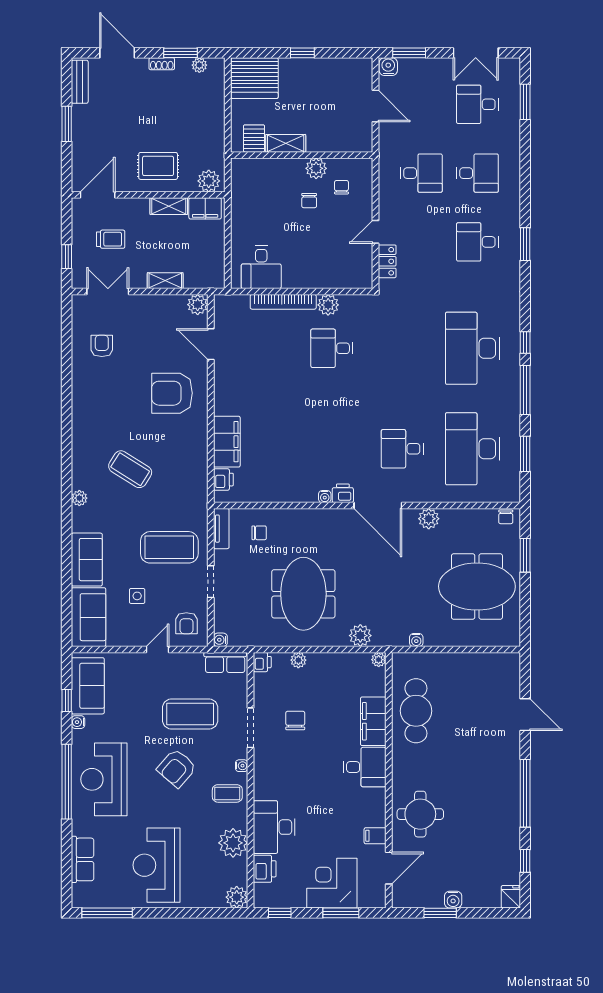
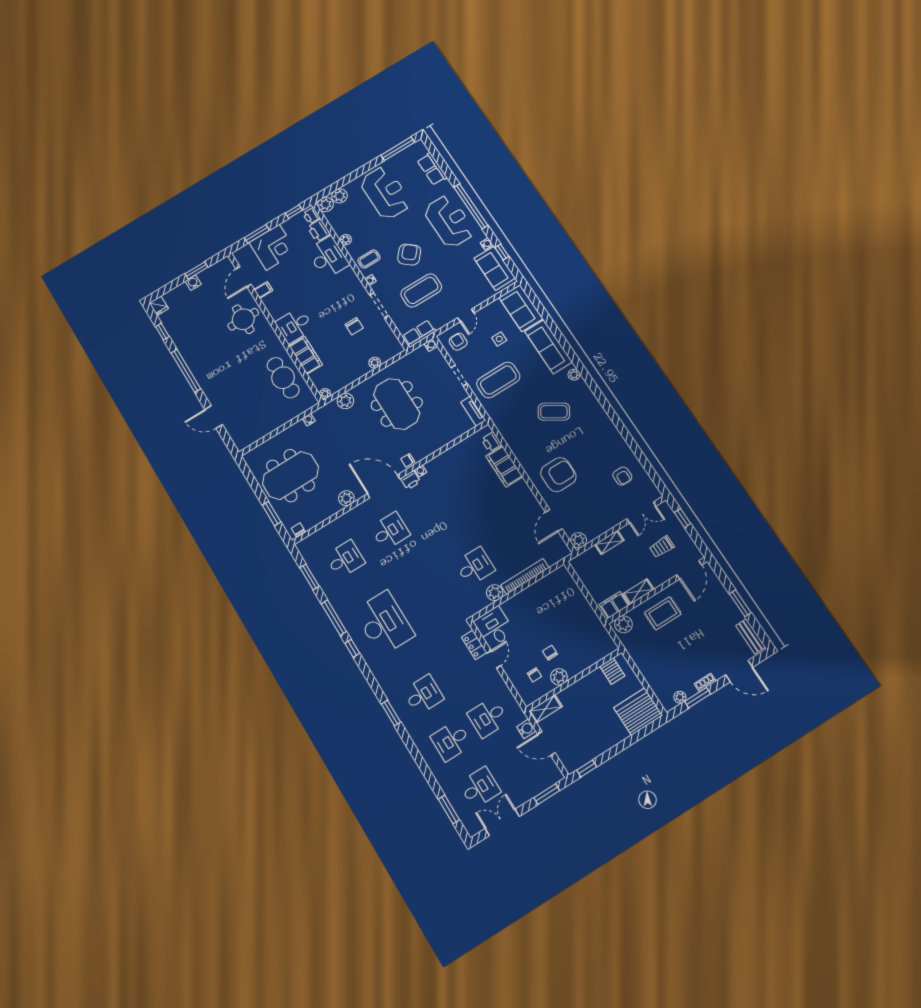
window: (302, 53) -> (587, 768), moved
water cooler: (388, 67) -> (526, 729), moved, turned -90
shelving: (286, 143) -> (545, 709), moved
desk: (261, 267) -> (494, 627), moved
door: (211, 344) -> (554, 521), swing flipped
desk: (473, 449) -> (345, 559), width x0.53, depth x0.77
chair: (259, 533) -> (408, 460), moved
sofa: (87, 560) -> (548, 347), width x1.36
printer: (262, 662) -> (311, 216), moved
plant: (233, 843) -> (346, 240), width x0.53, depth x0.53
plant: (213, 897) -> (339, 196), added

